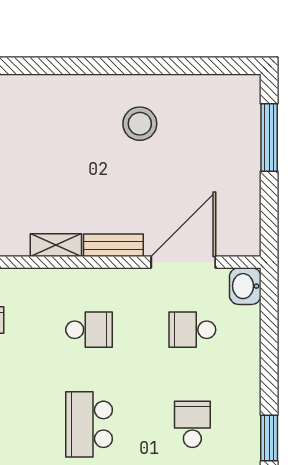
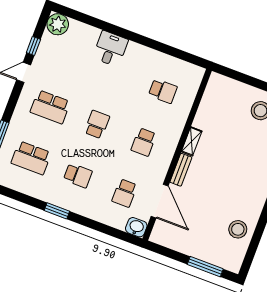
stool: (140, 124) -> (238, 229), moved
school desk: (192, 330) -> (125, 193), turned 180
school desk: (89, 424) -> (97, 124), width x0.54

